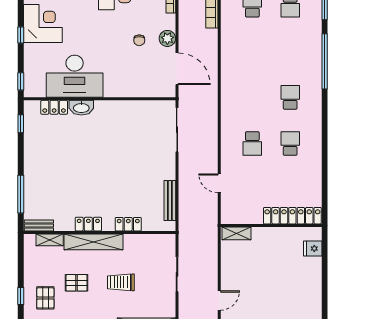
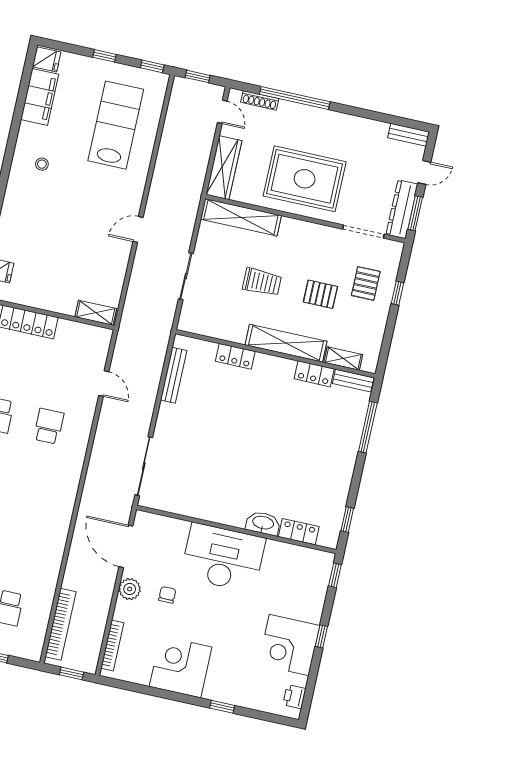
desk: (75, 76) -> (223, 558), moved
locker: (88, 224) -> (314, 374), moved

